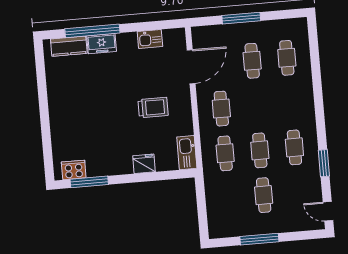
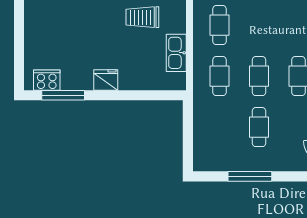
trolley: (153, 107) -> (142, 17), turned 180
kitchen sink: (187, 153) -> (176, 53), moved
fridge: (144, 164) -> (106, 80), moved

